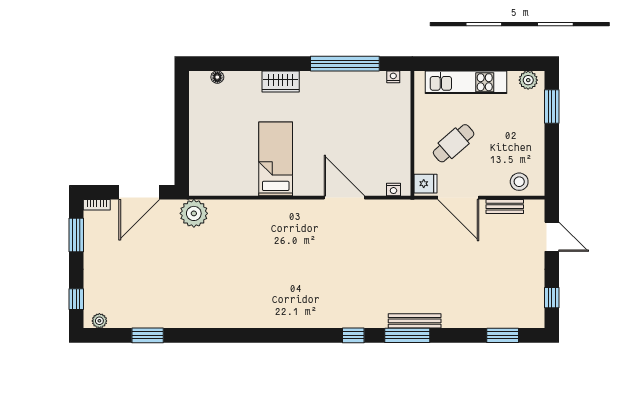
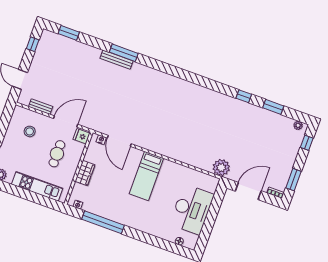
wardrobe: (281, 81) -> (85, 173), moved, turned 90
desk: (216, 133) -> (192, 209), added
cafe table: (454, 143) -> (57, 154), turned -49
bed: (276, 159) -> (146, 176), moved
stool: (519, 182) -> (30, 131), moved
door: (344, 198) -> (119, 141), moved
door: (458, 198) -> (66, 121), hinge flipped
window: (353, 335) -> (244, 96), moved

